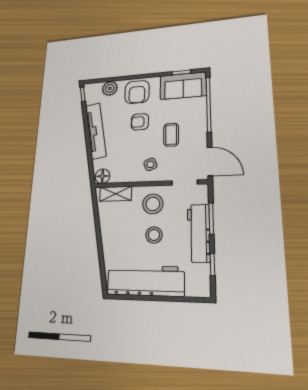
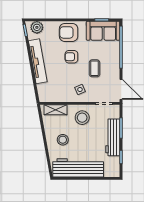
plant: (110, 88) -> (37, 27), moved
armchair: (137, 92) -> (69, 32), turned 90
floor lamp: (102, 176) -> (45, 97), removed
stool: (154, 235) -> (63, 140), moved

